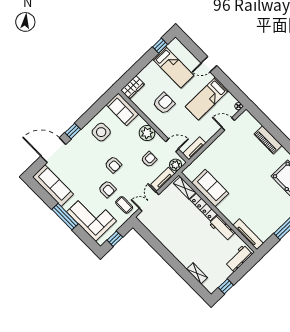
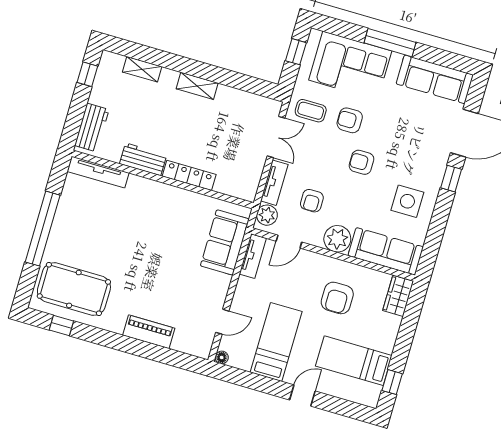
sofa: (122, 109) -> (386, 251), width x1.36
shelving: (185, 188) -> (197, 86), moved
sofa: (210, 188) -> (225, 242), moved, turned 90

